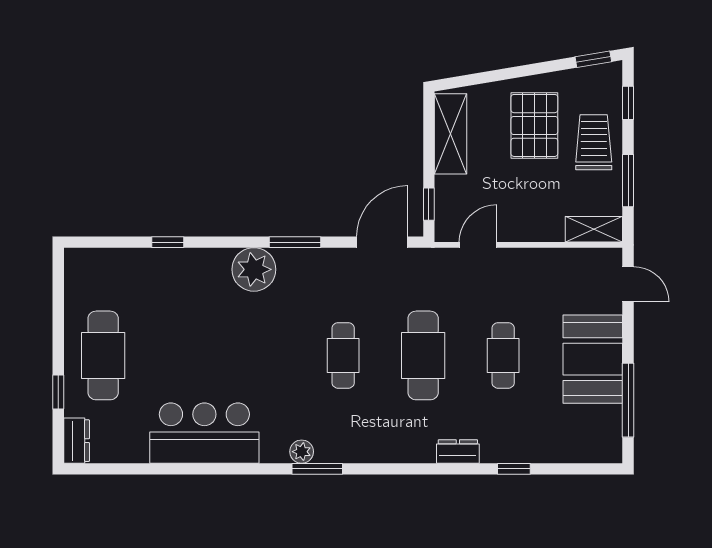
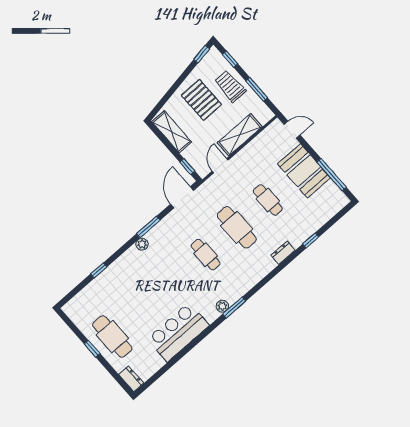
shelving: (594, 229) -> (240, 135), moved, width x1.50, depth x1.33
plant: (254, 269) -> (142, 244), width x0.53, depth x0.53
window: (58, 392) -> (92, 349), moved

